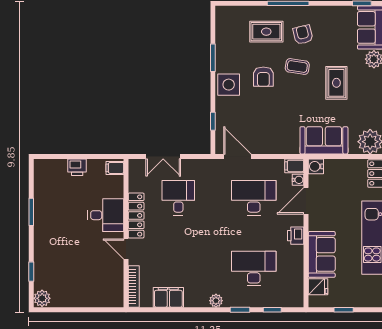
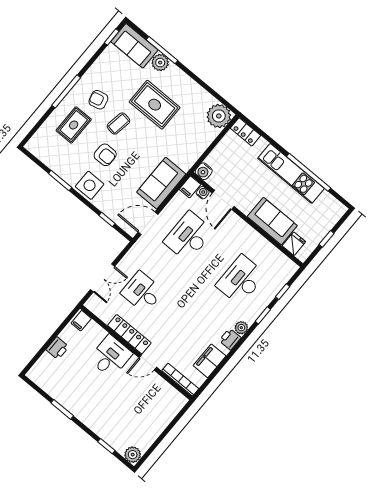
rug: (336, 83) -> (155, 105), width x1.36, depth x1.43
sofa: (324, 140) -> (161, 183), moved
printer: (296, 236) -> (230, 339), moved, turned 90

